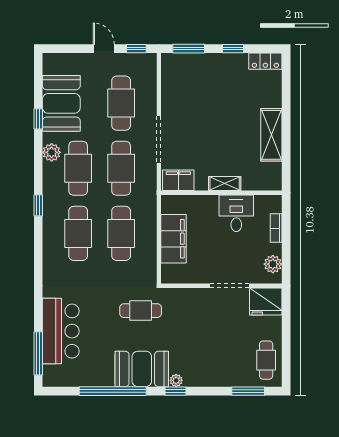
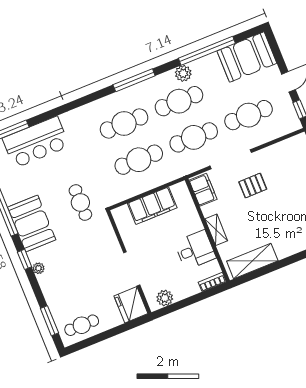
booth: (61, 103) -> (247, 57), moved
window: (38, 119) -> (207, 51), width x3.17
pallet: (195, 128) -> (253, 185), added
shelving: (271, 135) -> (252, 261), moved
window: (38, 205) -> (134, 80), width x2.17
bookcase: (276, 228) -> (212, 282), moved
plant: (176, 380) -> (39, 268), moved

